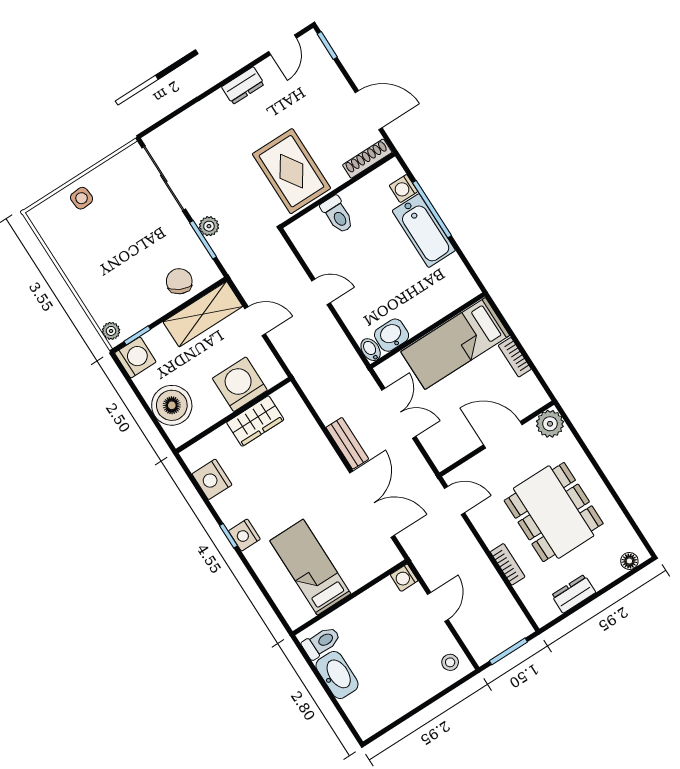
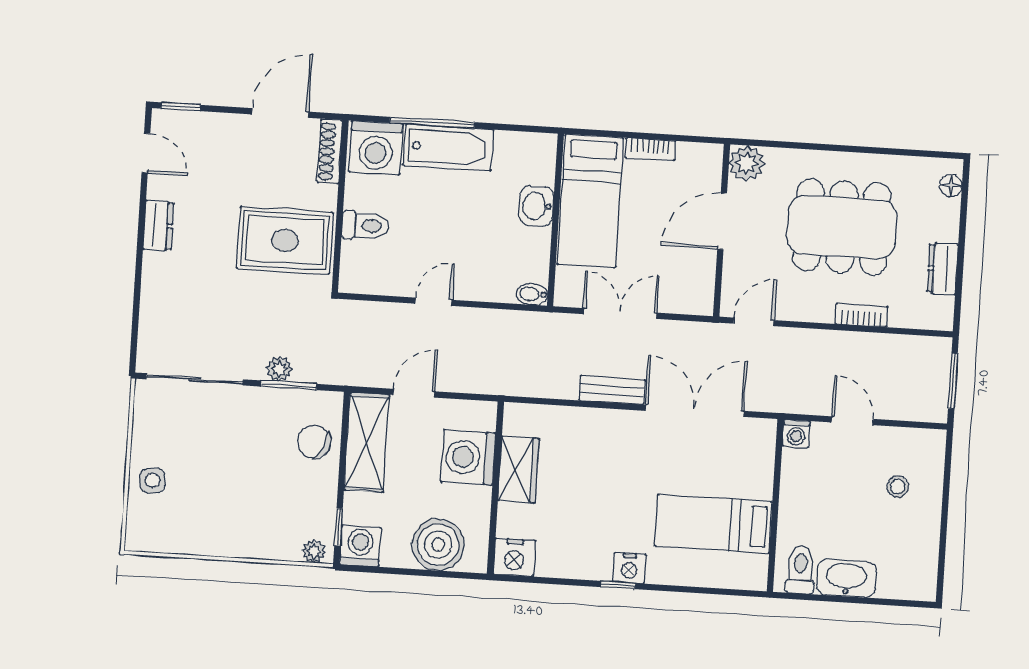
washing machine: (403, 188) -> (376, 148), width x1.89, depth x1.89
washbasin: (392, 335) -> (536, 206), moved
nightstand: (212, 479) -> (514, 557), moved
stool: (450, 662) -> (898, 487), moved

